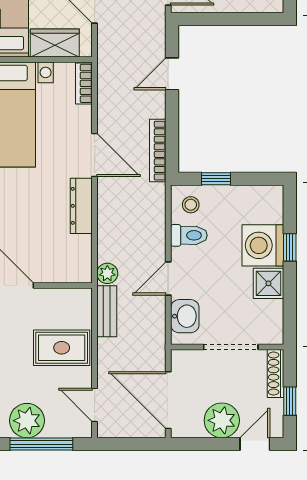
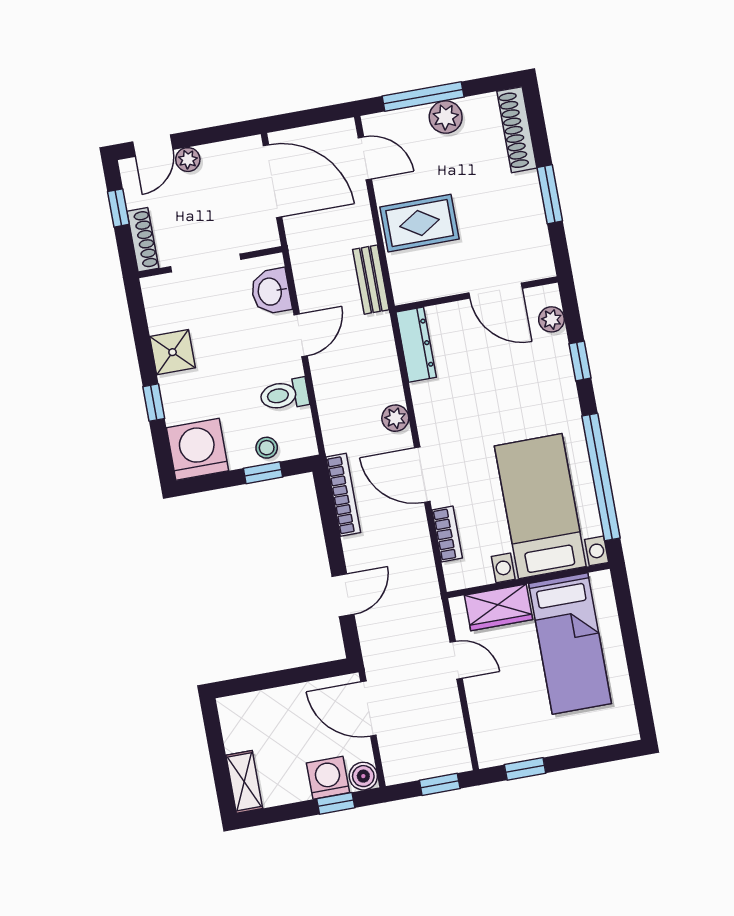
bookcase: (84, 83) -> (447, 534), moved
stool: (191, 205) -> (267, 448), moved
dresser: (81, 206) -> (416, 345), moved
washing machine: (263, 245) -> (197, 449), moved, turned -90
plant: (107, 273) -> (395, 418), moved
plant: (222, 420) -> (188, 160), width x0.53, depth x0.53
plant: (27, 421) -> (446, 117), width x0.73, depth x0.73

